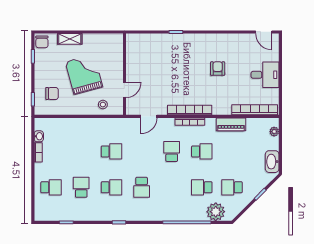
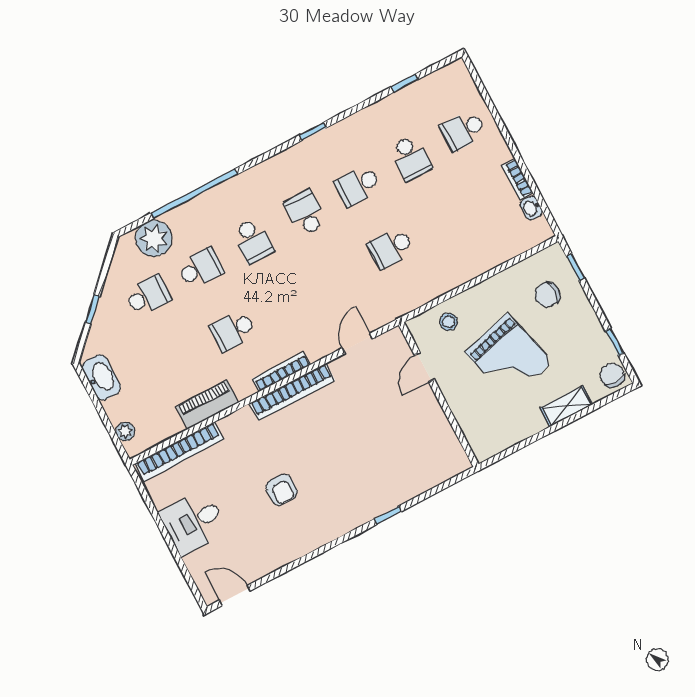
school desk: (172, 151) -> (253, 241), moved

